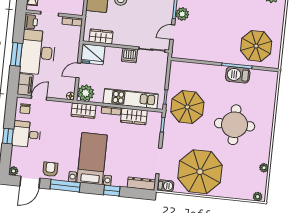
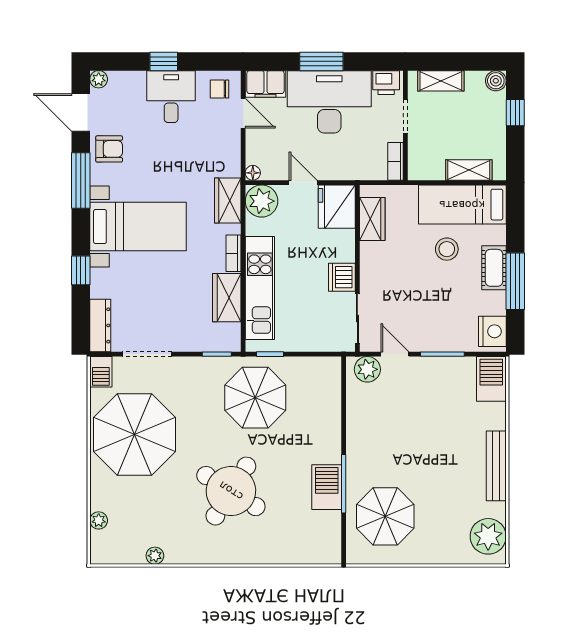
plant: (182, 14) -> (367, 369), moved
round table: (235, 125) -> (231, 491), turned 32
plant: (258, 197) -> (99, 520), moved

